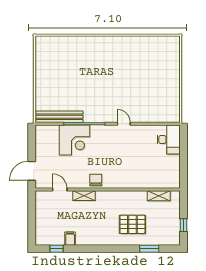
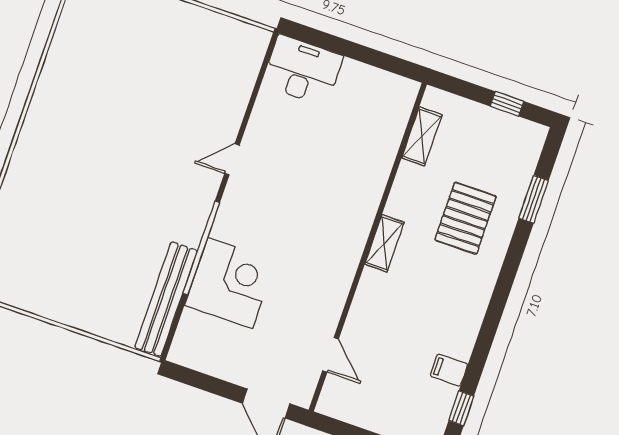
chair: (96, 180) -> (337, 266), removed
door: (60, 190) -> (330, 355), swing flipped
shelving: (84, 196) -> (384, 243), moved

